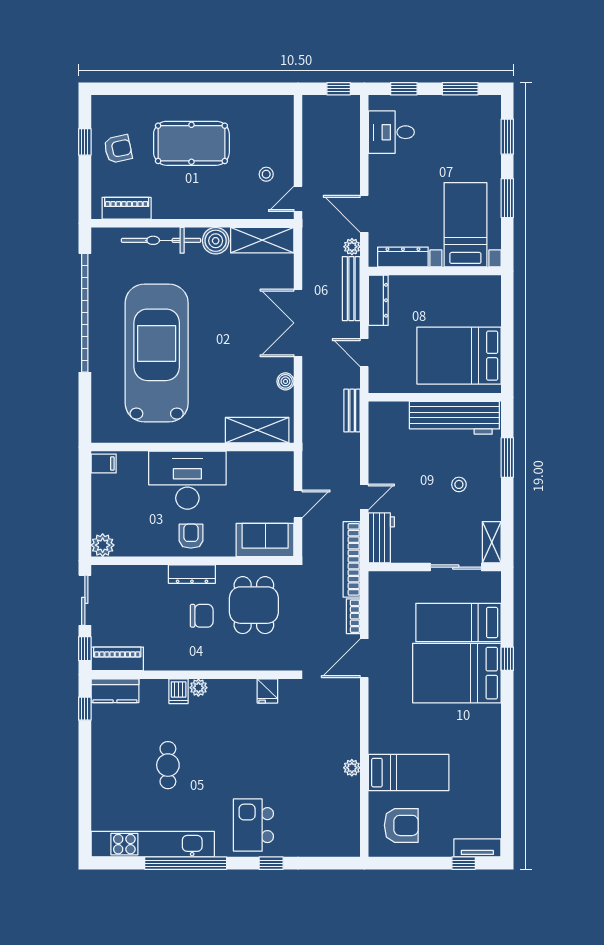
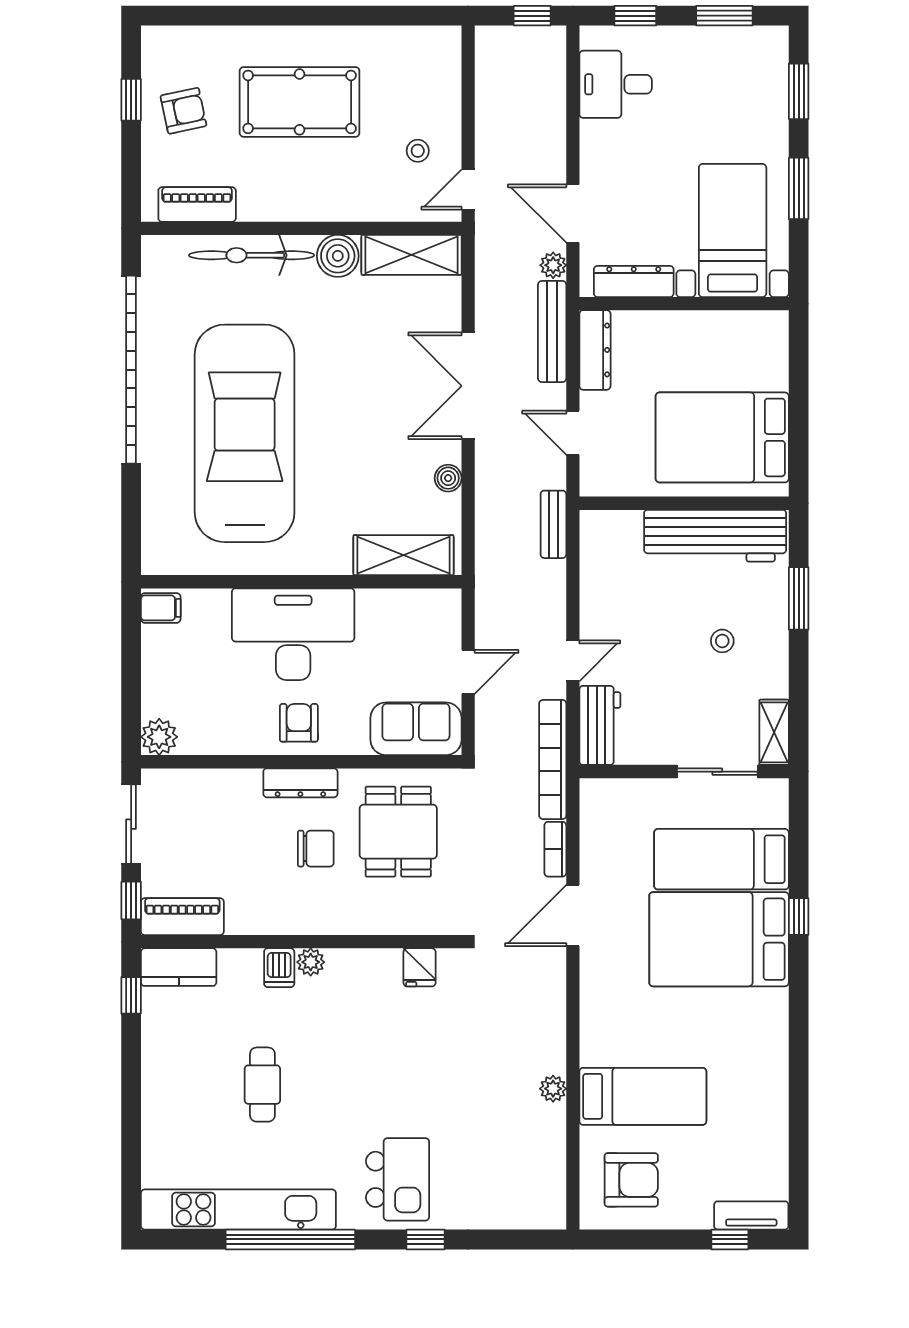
kitchen island: (253, 825) -> (398, 1179), turned 180

